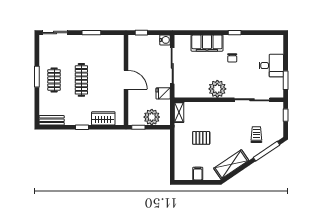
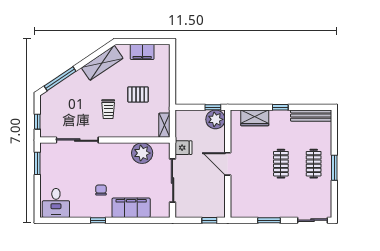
water cooler: (165, 40) -> (181, 211), removed
desk: (271, 66) -> (56, 203), moved, turned -90
clothes rail: (81, 80) -> (281, 164), width x0.73
plant: (217, 89) -> (142, 153), moved
plant: (152, 117) -> (215, 119), moved
bench: (52, 120) -> (311, 116), width x1.36
trolley: (256, 135) -> (108, 109), moved
filing cabinet: (198, 174) -> (142, 52), width x2.00

